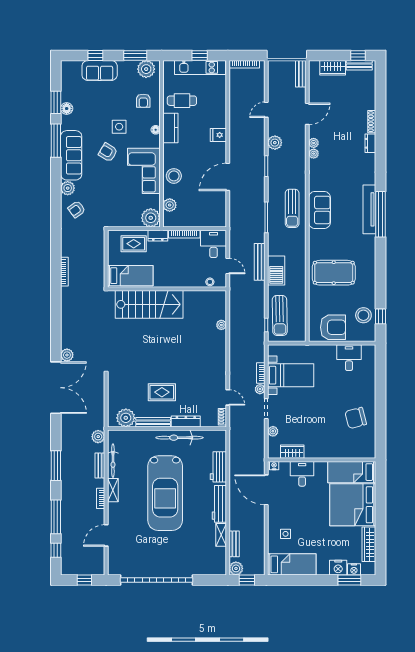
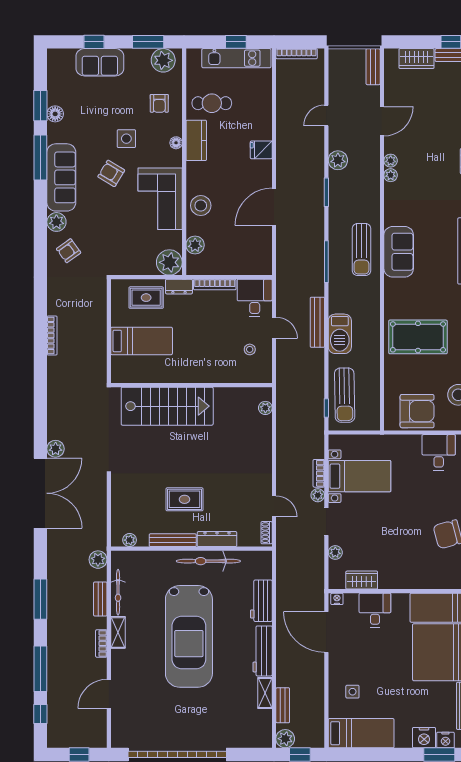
wall: (167, 289) -> (191, 385), moved
stairs: (149, 304) -> (167, 406), moved
plant: (126, 418) -> (130, 540), width x0.53, depth x0.53

